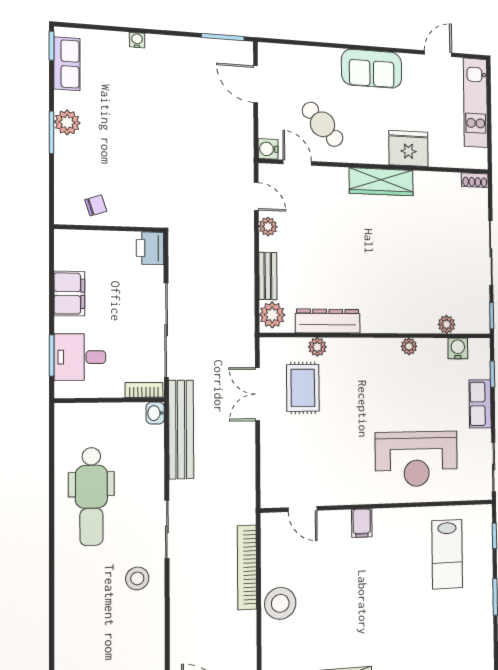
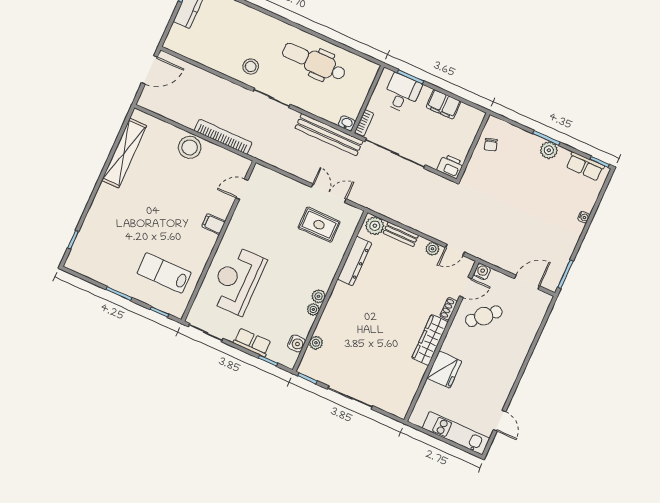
sofa: (372, 69) -> (507, 368), removed
shoe rack: (475, 180) -> (449, 309), moved
plant: (317, 347) -> (319, 296), moved

